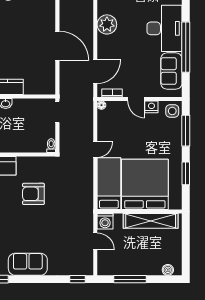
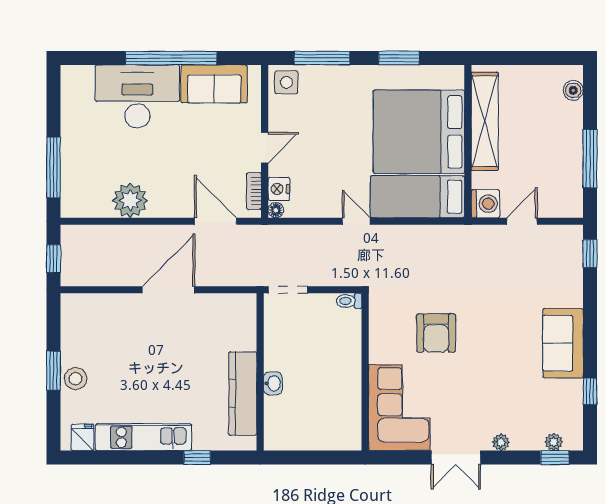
nightstand: (151, 107) -> (279, 189), moved

